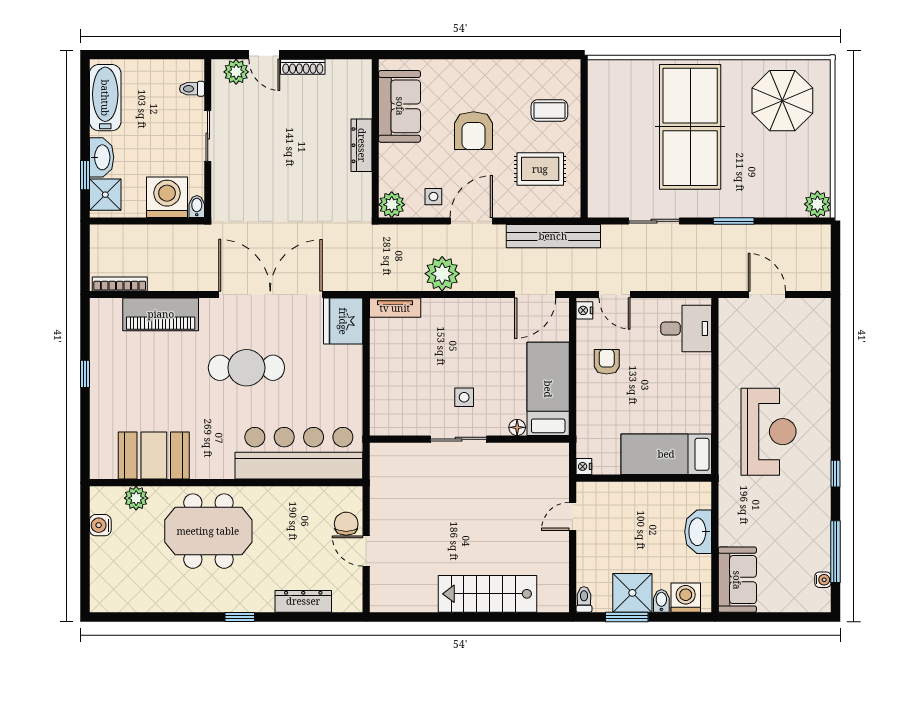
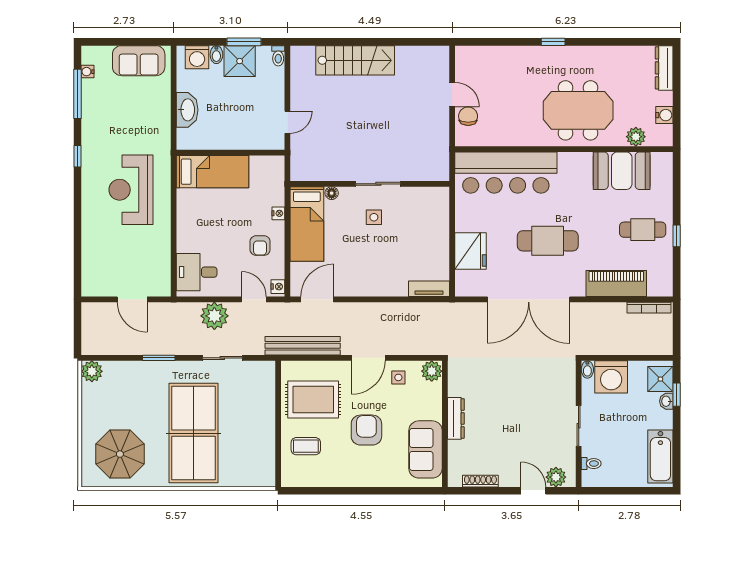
shoe rack: (303, 67) -> (480, 481), moved
washbasin: (102, 157) -> (666, 401), width x0.52, depth x0.69
rug: (540, 169) -> (313, 400), width x1.36, depth x1.43
plant: (442, 274) -> (214, 316), moved
fridge: (343, 321) -> (471, 251), moved
cafe table: (127, 382) -> (643, 230), added
nightstand: (584, 466) -> (278, 213), moved
chair: (346, 524) -> (468, 116), turned 180
sofa: (737, 580) -> (139, 61), moved, turned -90
dresser: (303, 601) -> (664, 68), moved, turned 90

